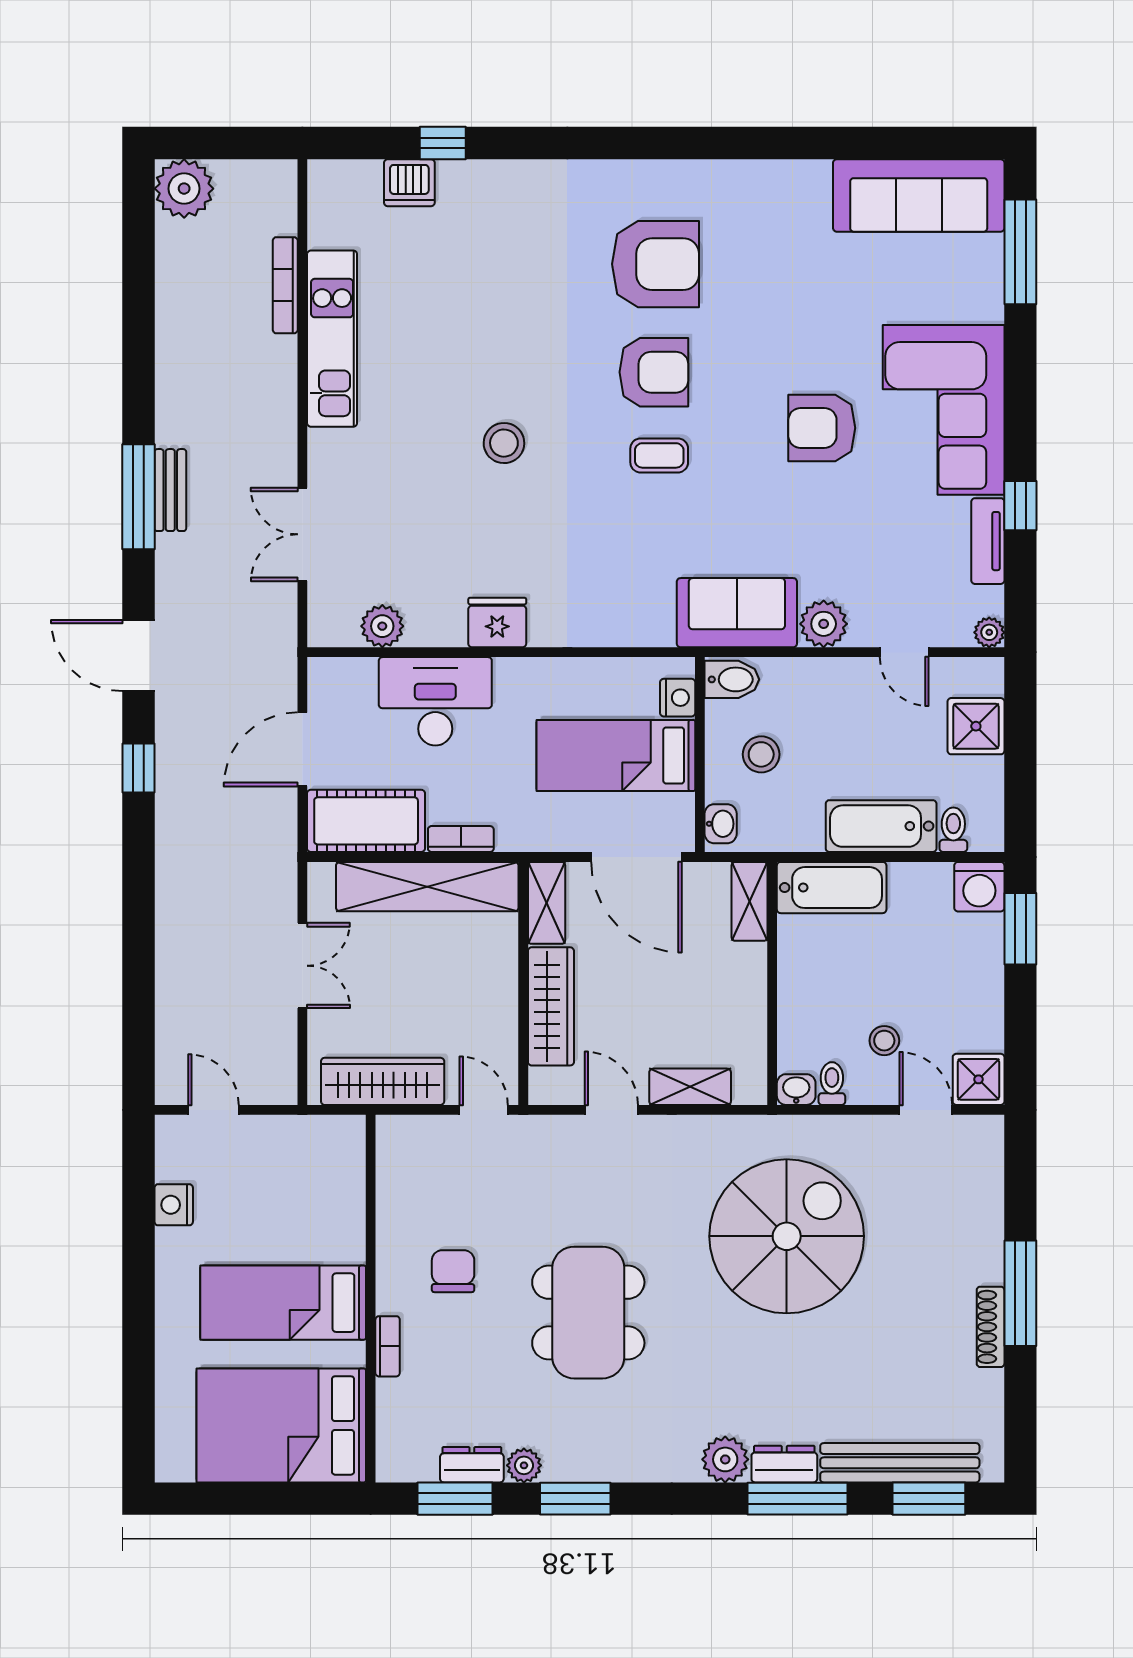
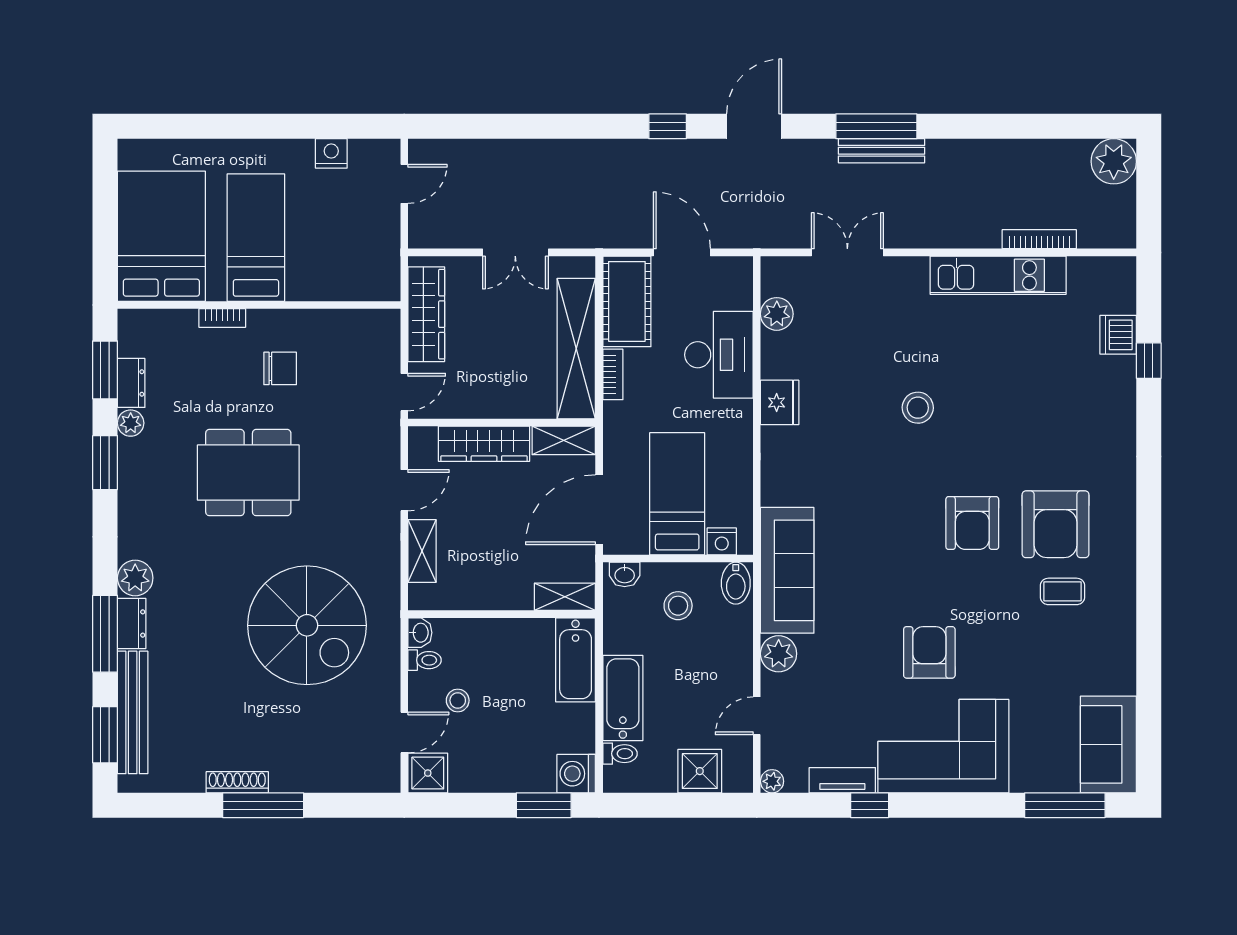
sofa: (919, 195) -> (1108, 744), width x0.73
coffee table: (659, 455) -> (1062, 591), moved, turned 90
bench: (170, 490) -> (882, 151), width x1.36
sofa: (737, 613) -> (787, 570), width x1.36

